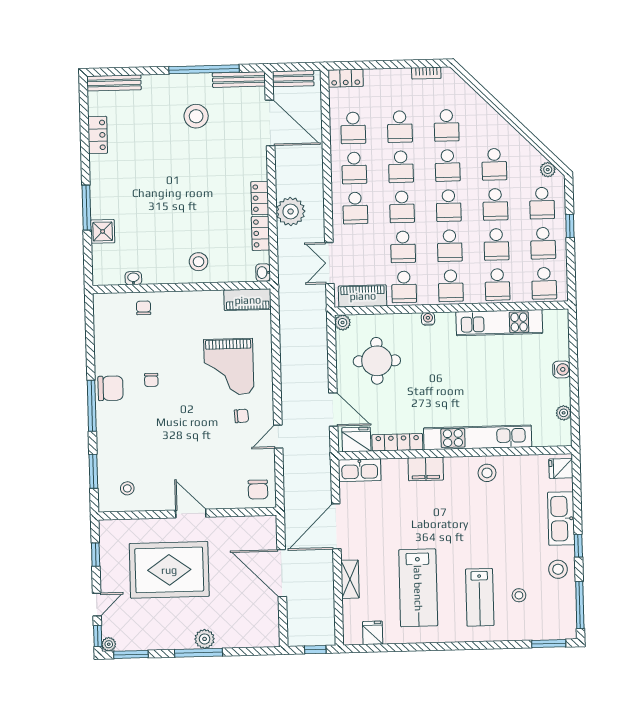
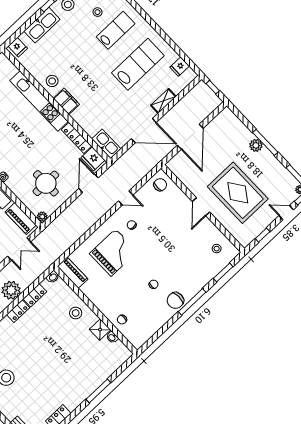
shower: (103, 231) -> (100, 330), moved
chair: (110, 388) -> (175, 300), turned -90
filing cabinet: (426, 469) -> (66, 101), moved

